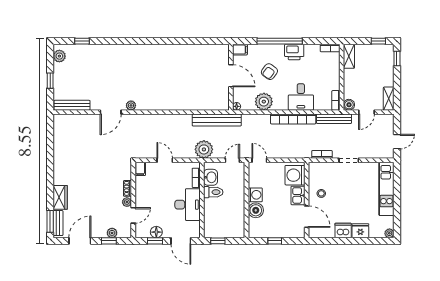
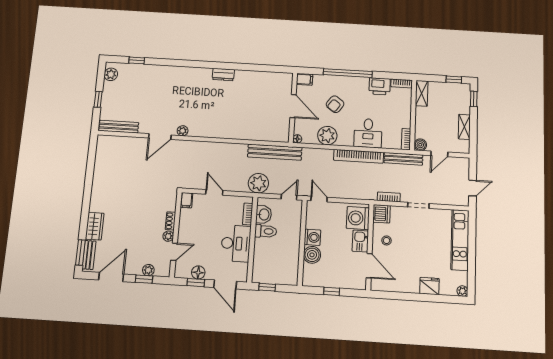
dresser: (164, 50) -> (223, 75), added
printer: (294, 52) -> (380, 86), moved
shelving: (389, 99) -> (464, 127), moved
dishwasher: (343, 230) -> (381, 214), moved, turned 90

